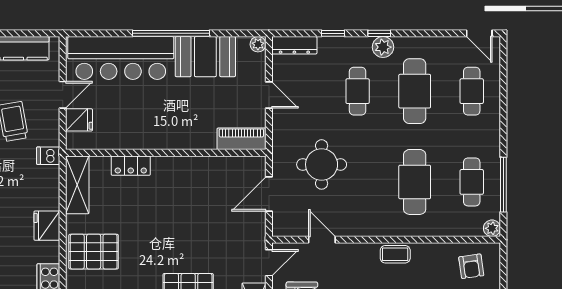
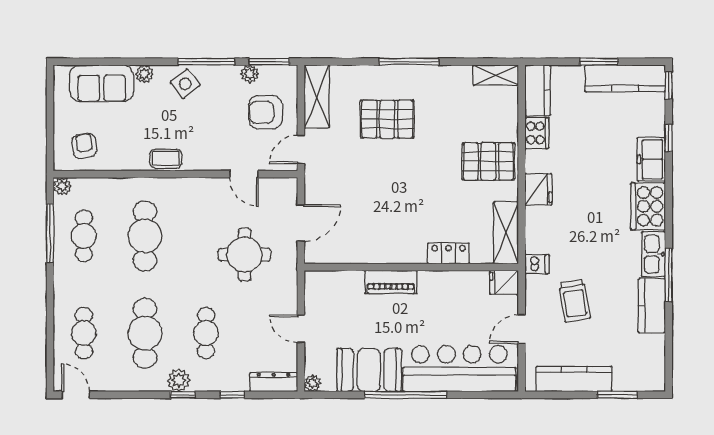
fridge: (79, 120) -> (504, 282), moved
piano: (241, 139) -> (391, 282), moved

